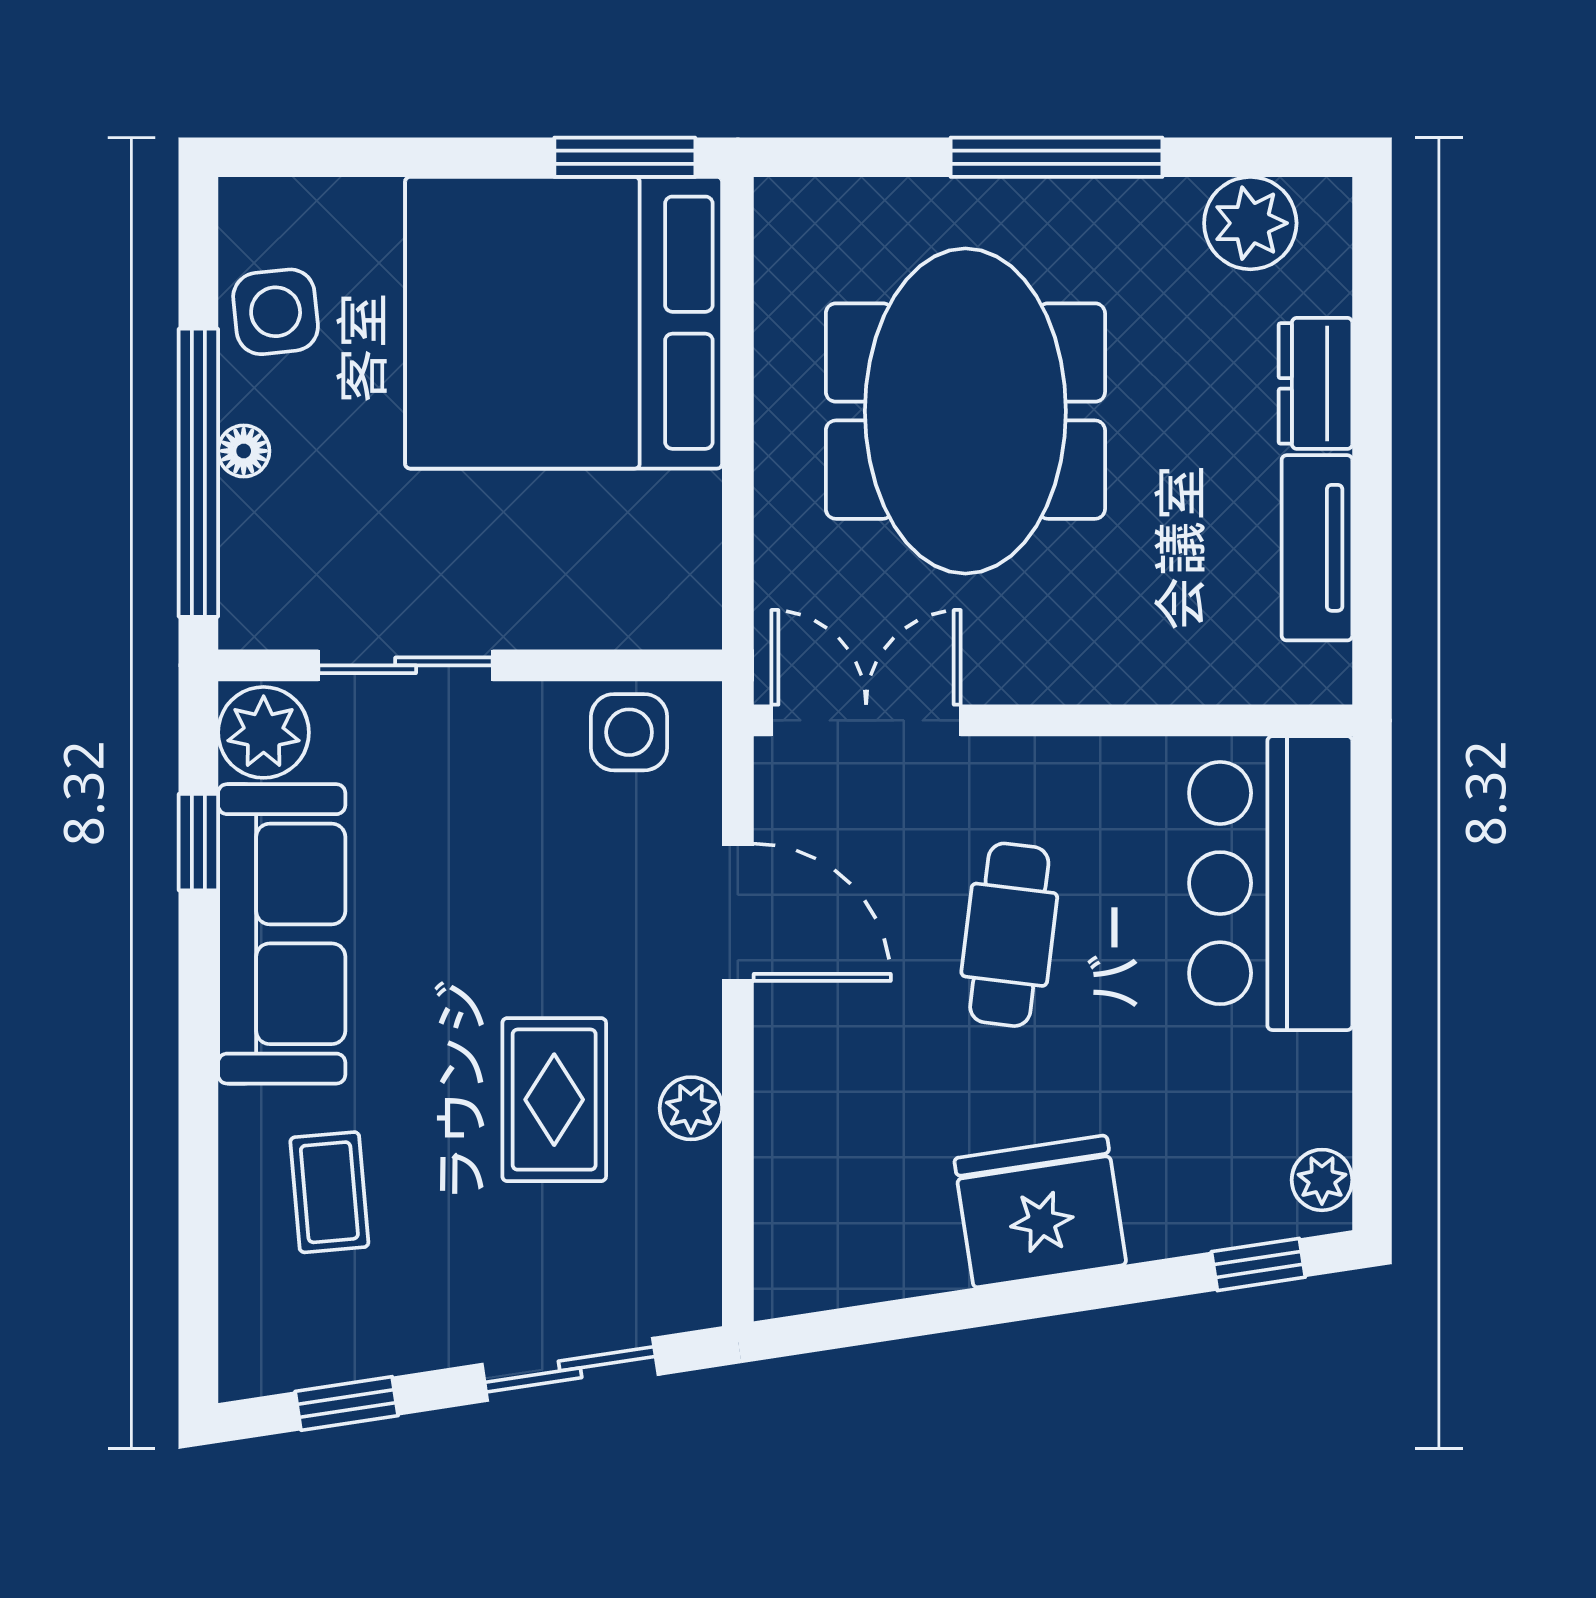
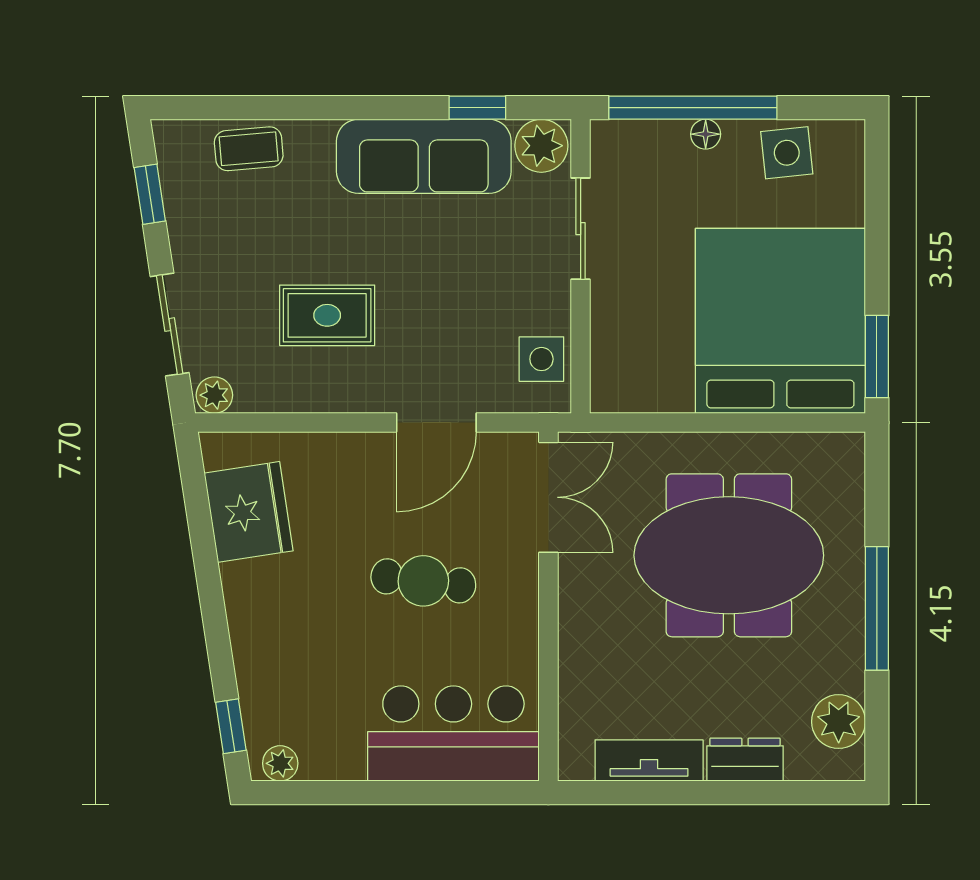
plant: (691, 1108) -> (214, 395), moved
coffee table: (329, 1192) -> (249, 149), moved
fridge: (1040, 1211) -> (249, 512), moved

